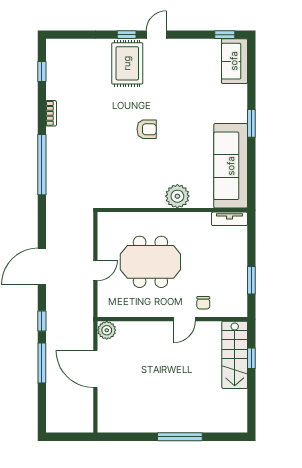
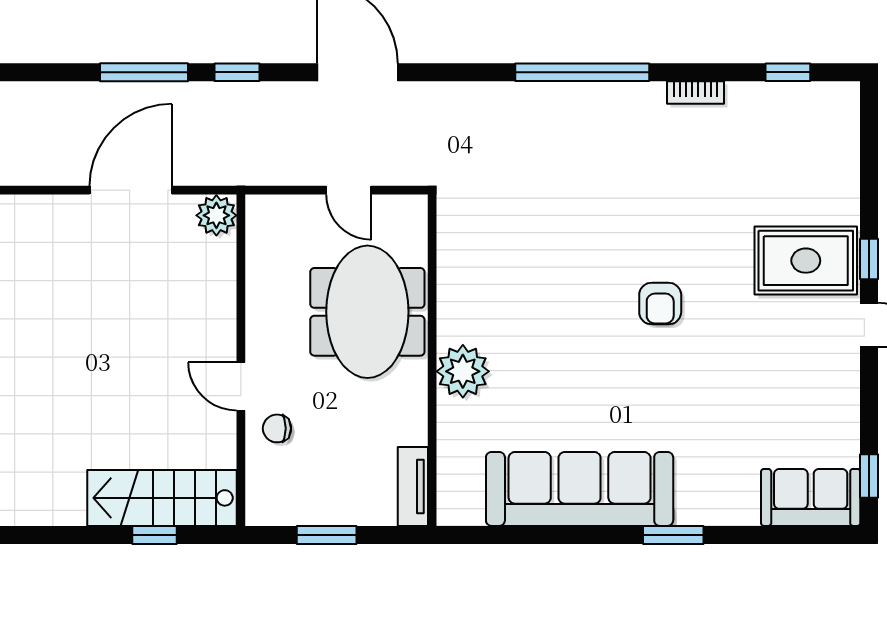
plant: (177, 196) -> (463, 371), moved
wall: (172, 210) -> (432, 360), moved
tv unit: (230, 219) -> (413, 487), moved

